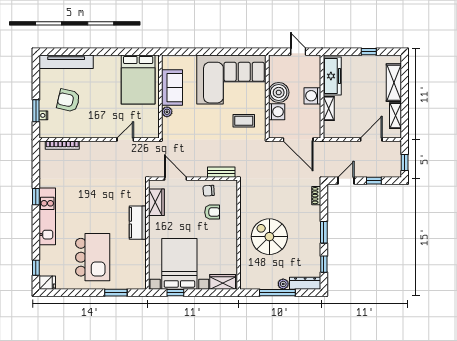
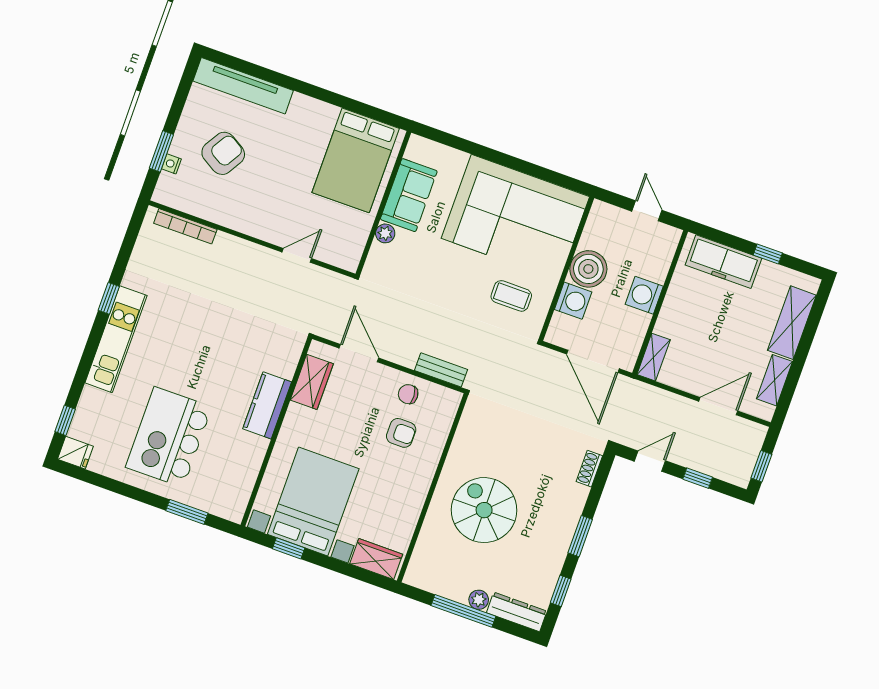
freezer: (332, 76) -> (723, 262), moved, turned 90
armchair: (68, 100) -> (223, 153), turned 108
shelving: (329, 108) -> (654, 357), moved
kitchen island: (93, 257) -> (169, 437), turned 180

